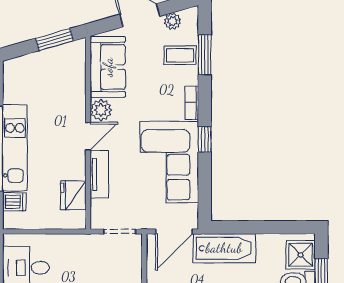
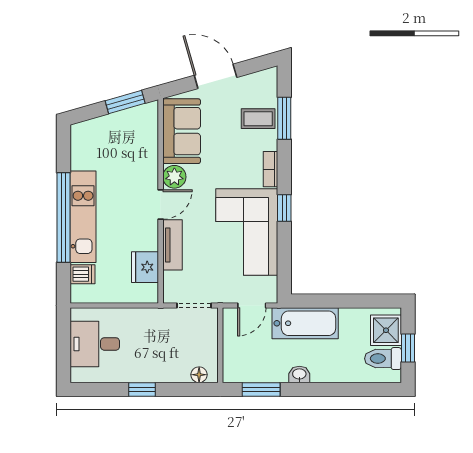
plant: (172, 21) -> (250, 83), removed
door: (174, 231) -> (252, 306), width x0.73

